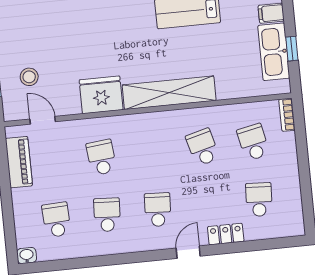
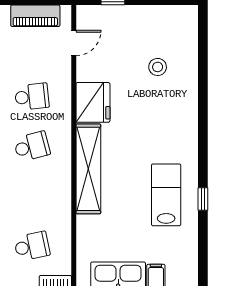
stool: (29, 77) -> (158, 67), moved
school desk: (203, 147) -> (32, 146), moved

